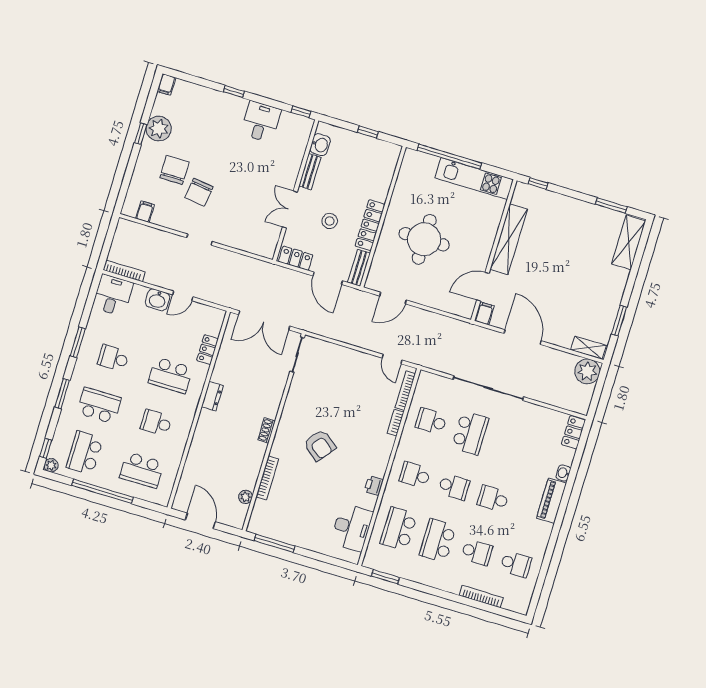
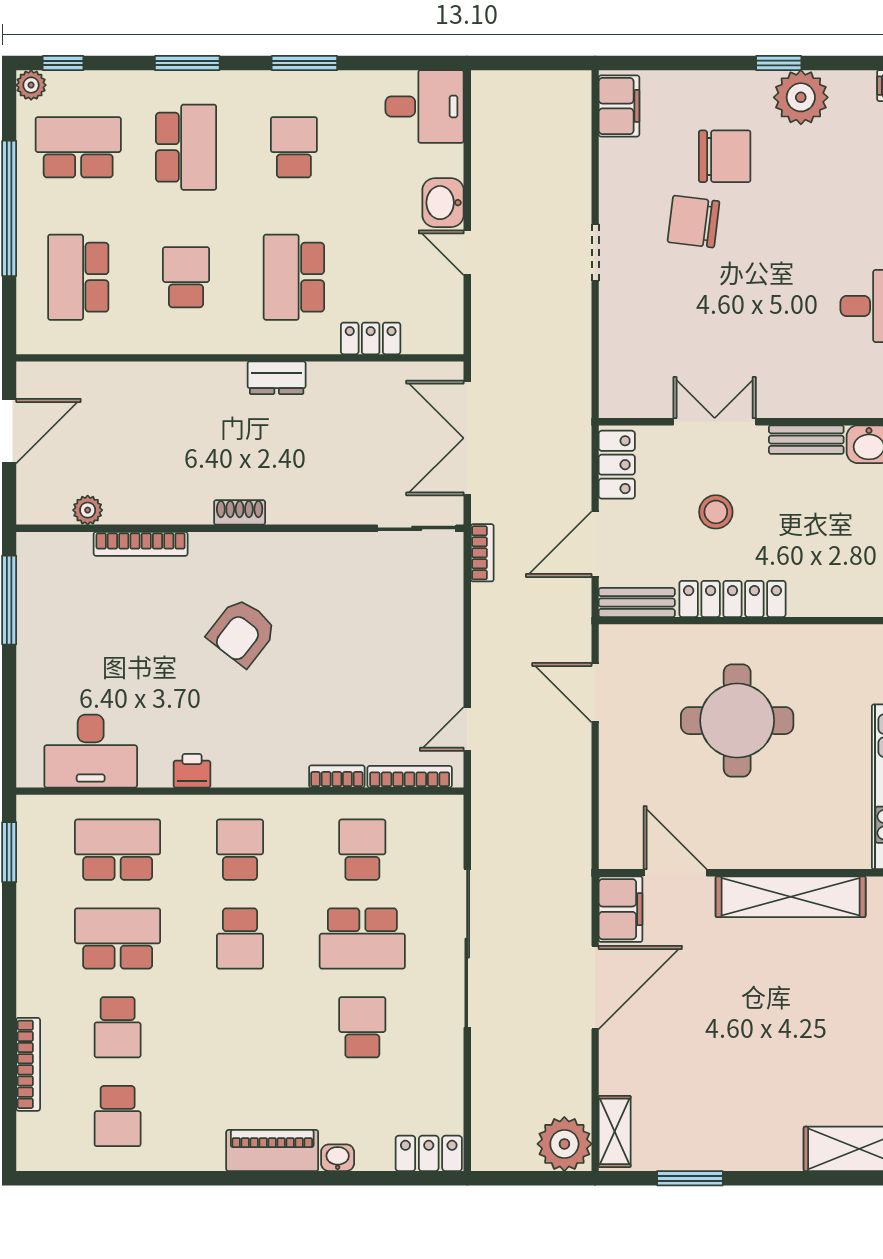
filing cabinet: (145, 212) -> (619, 106), width x2.00
bookcase: (124, 271) -> (482, 553), moved, width x0.64
filing cabinet: (484, 313) -> (620, 909), width x2.00
school desk: (493, 499) -> (362, 1027), moved

